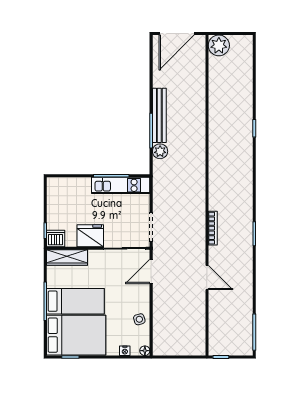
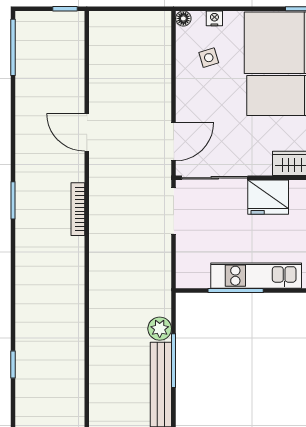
kitchen unit: (121, 185) -> (256, 276), moved
side table: (139, 319) -> (209, 58), moved

